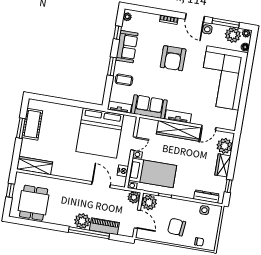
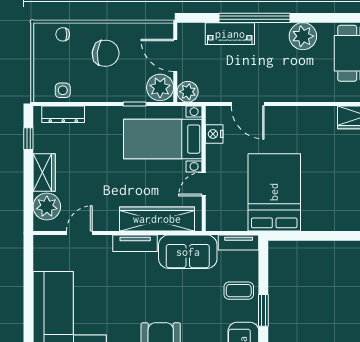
wardrobe: (179, 131) -> (157, 219), moved
bed: (100, 133) -> (274, 192), width x0.73
plant: (82, 221) -> (303, 36), moved

